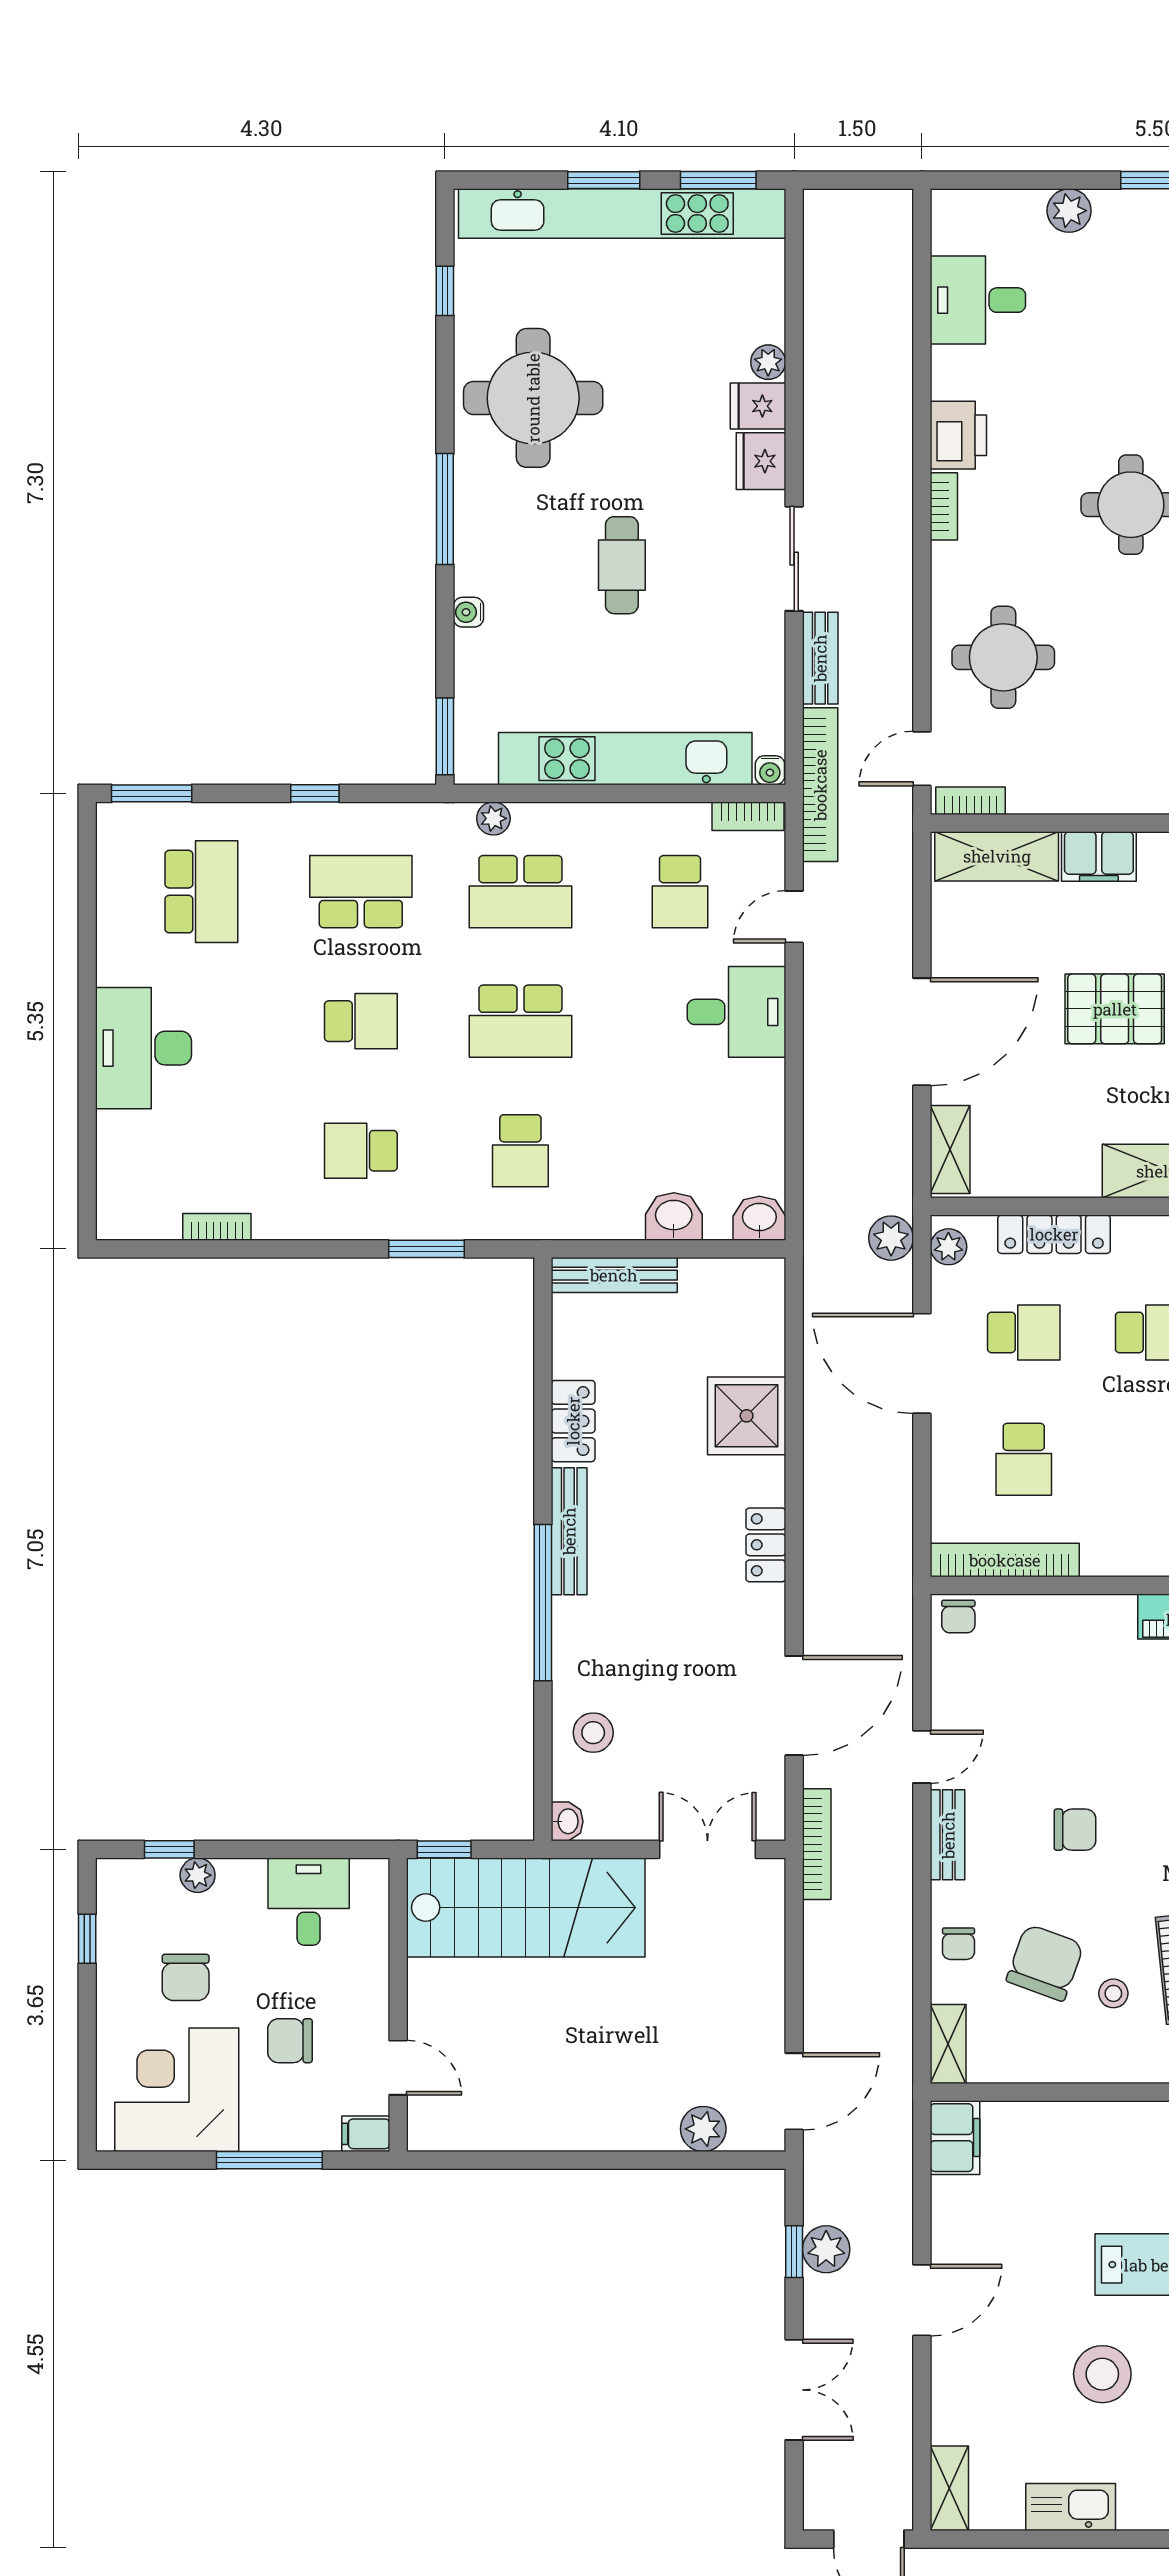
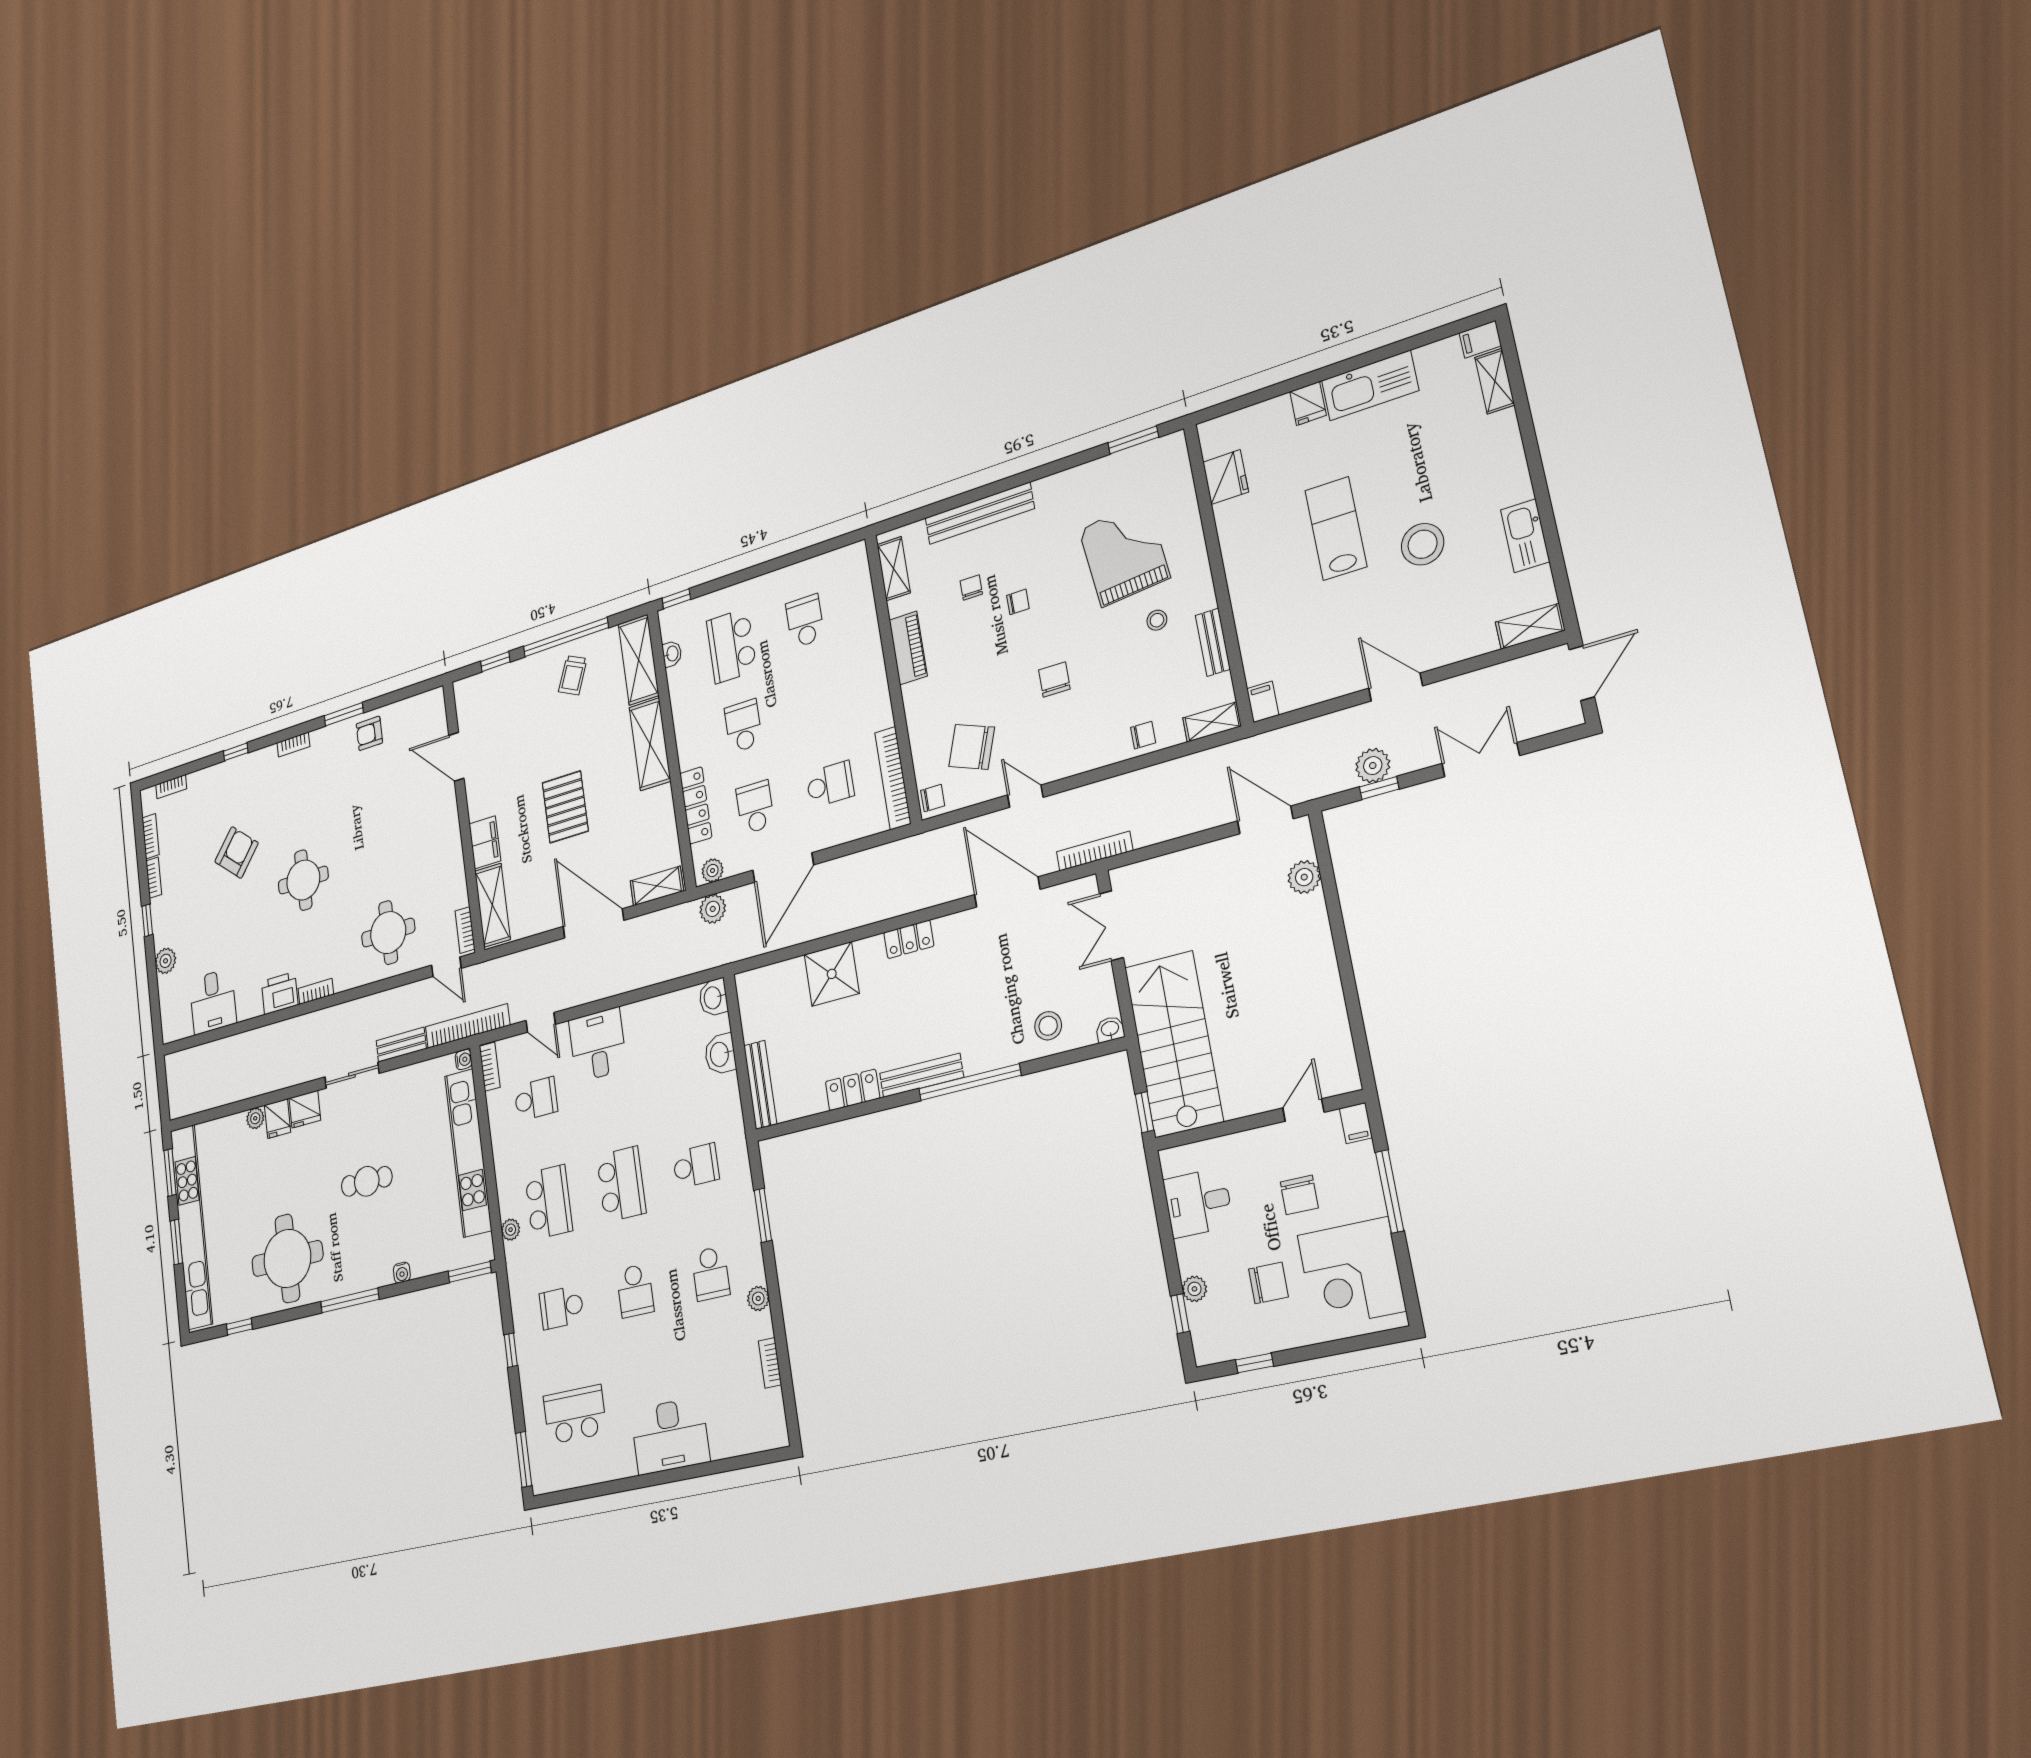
school desk: (361, 892) -> (562, 1307), width x0.54
school desk: (361, 1021) -> (635, 1291), turned 180
plant: (310, 1223) -> (758, 1298), added
bench: (948, 1835) -> (1213, 642), moved, turned 90
chair: (1045, 1963) -> (972, 747), moved
filing cabinet: (955, 2138) -> (1263, 702), width x0.50

